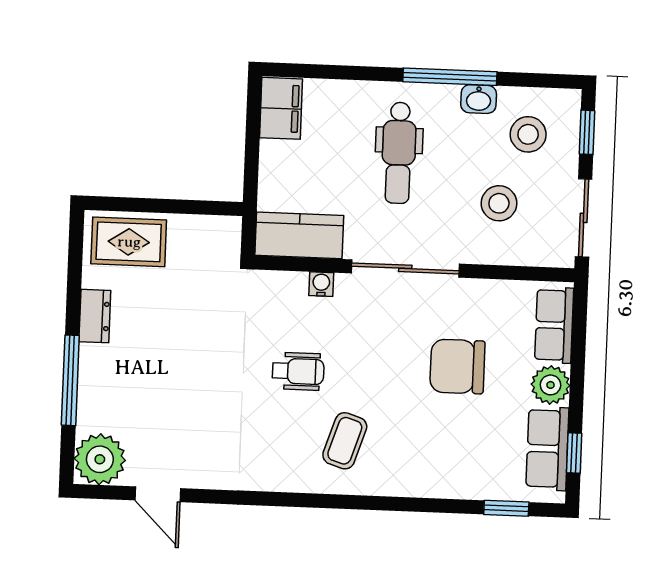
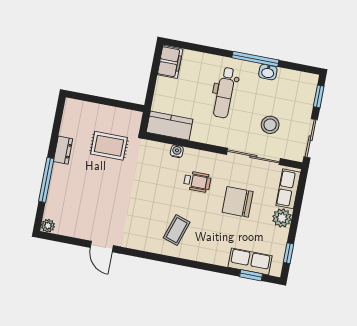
stool: (528, 134) -> (290, 93), removed
rug: (129, 242) -> (109, 146), moved
sliding door: (405, 268) -> (253, 156), moved
wheelchair: (298, 371) -> (197, 182), moved
row of seats: (547, 449) -> (250, 261), moved, turned 90
plant: (100, 459) -> (48, 226), width x0.53, depth x0.53
door: (158, 494) -> (102, 247), moved

